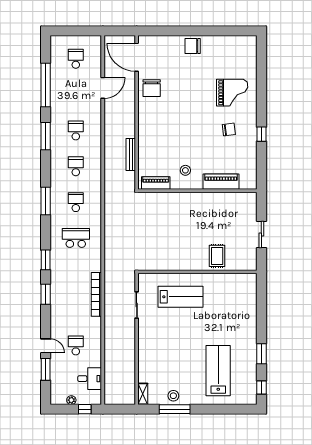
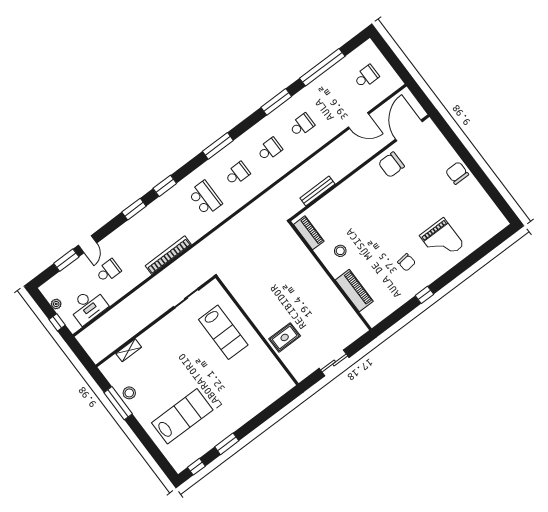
desk: (90, 379) -> (88, 306), width x1.37
shelving: (143, 394) -> (129, 350), moved

